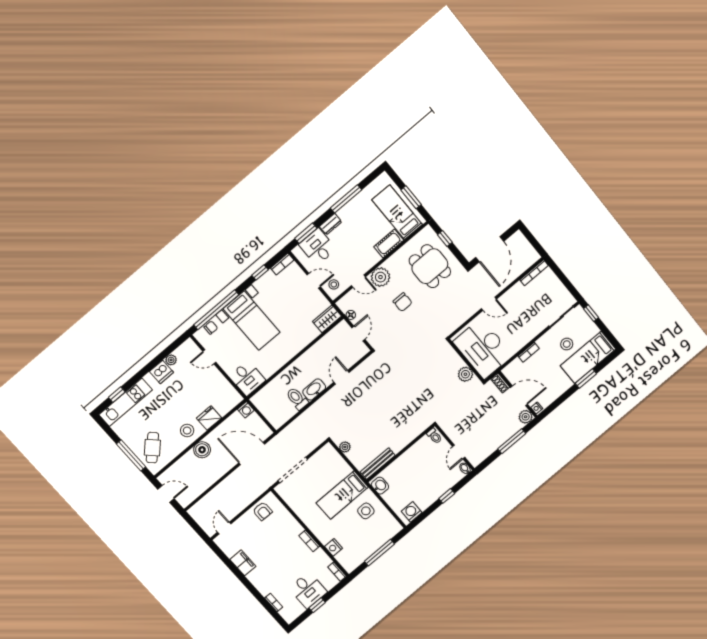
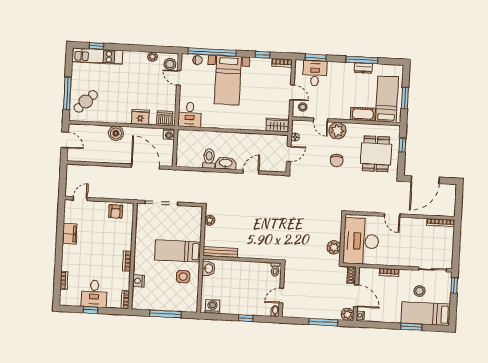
dresser: (331, 224) -> (363, 68), moved
dishwasher: (161, 372) -> (165, 118), moved, turned 180
stool: (187, 431) -> (170, 64), moved

